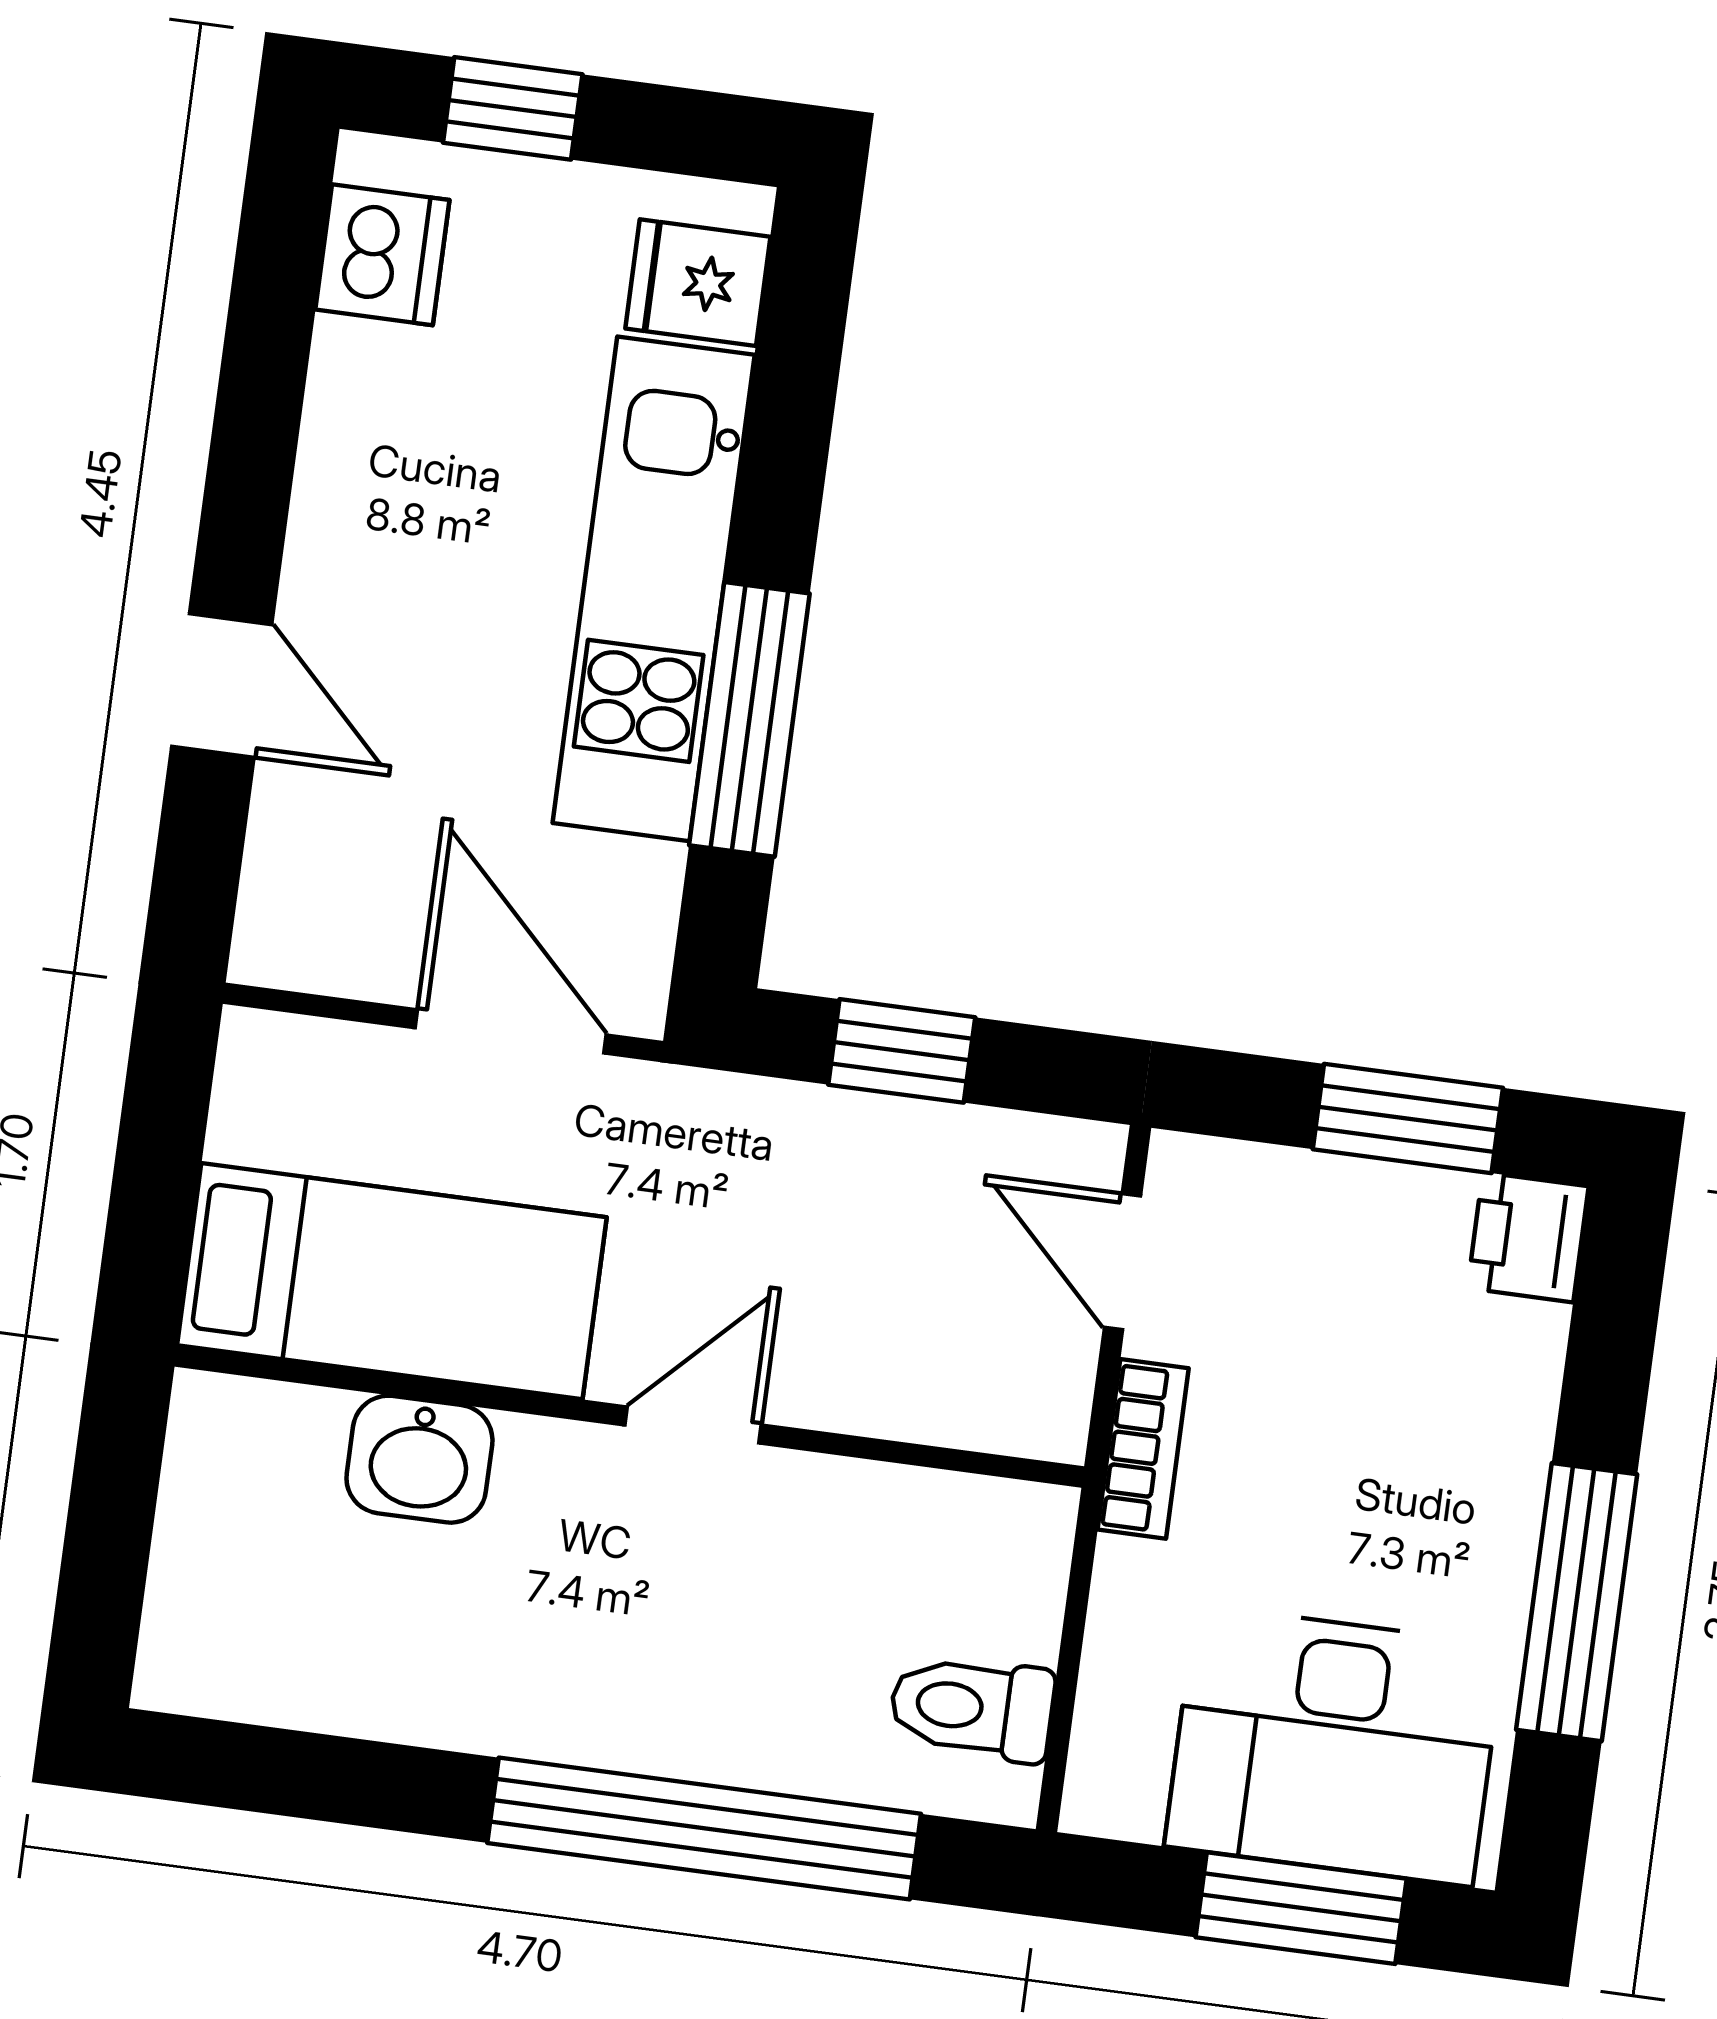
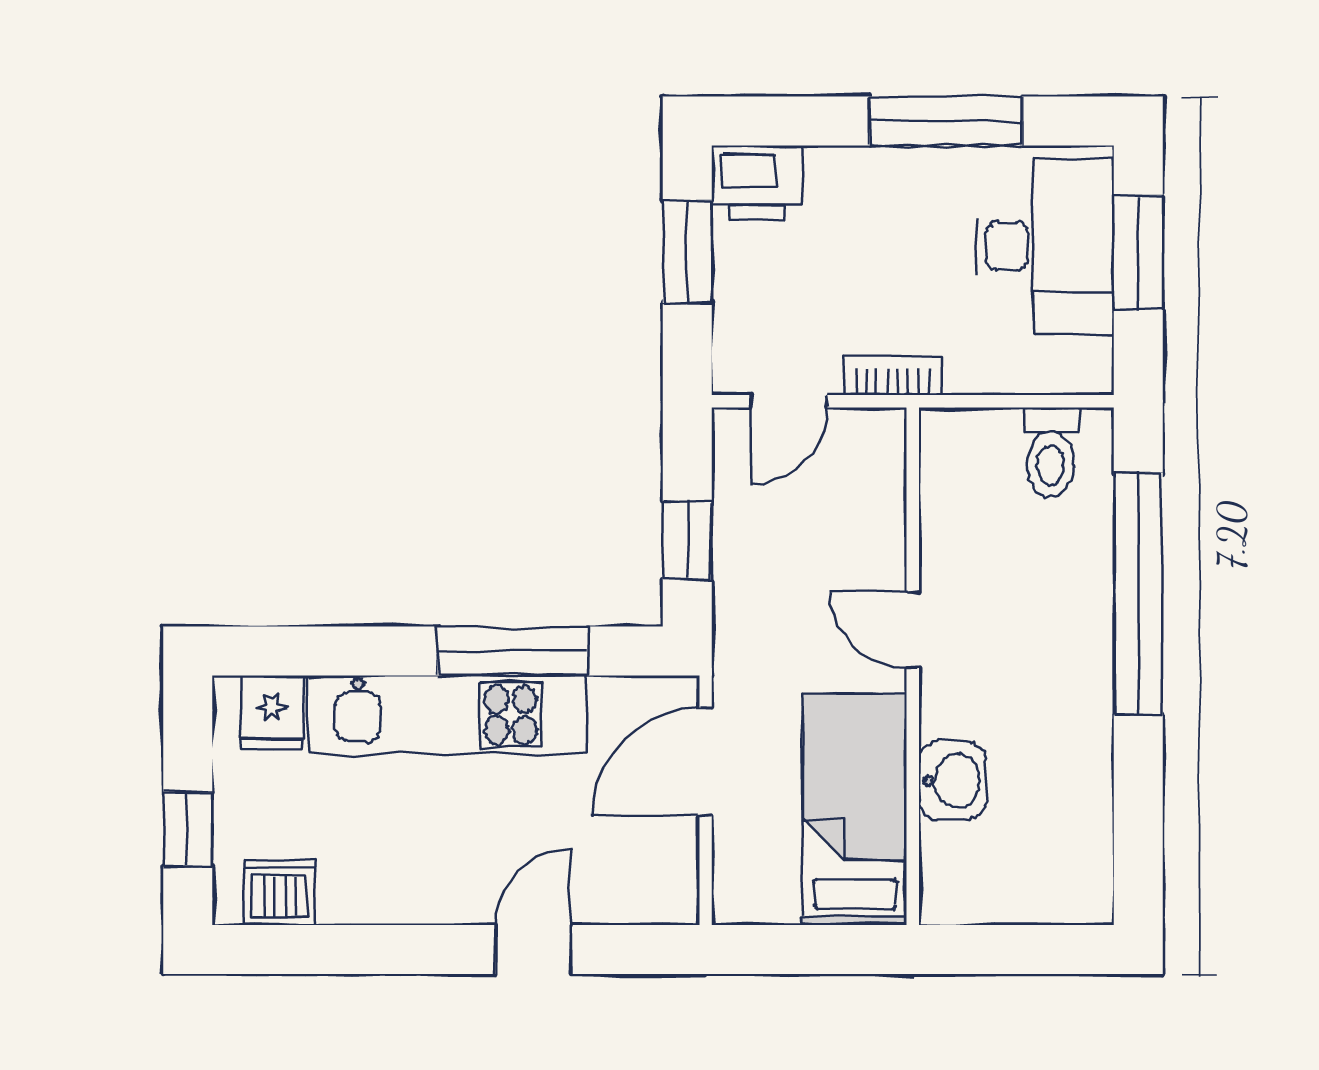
printer: (1528, 1237) -> (757, 183), width x1.36, depth x1.24

